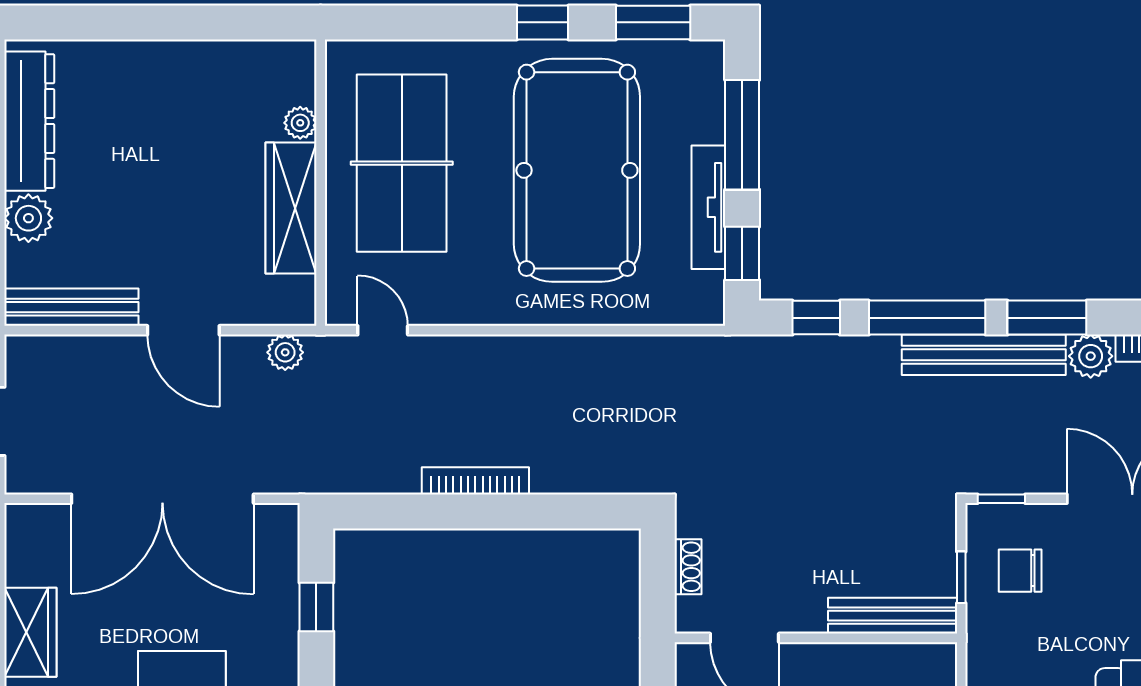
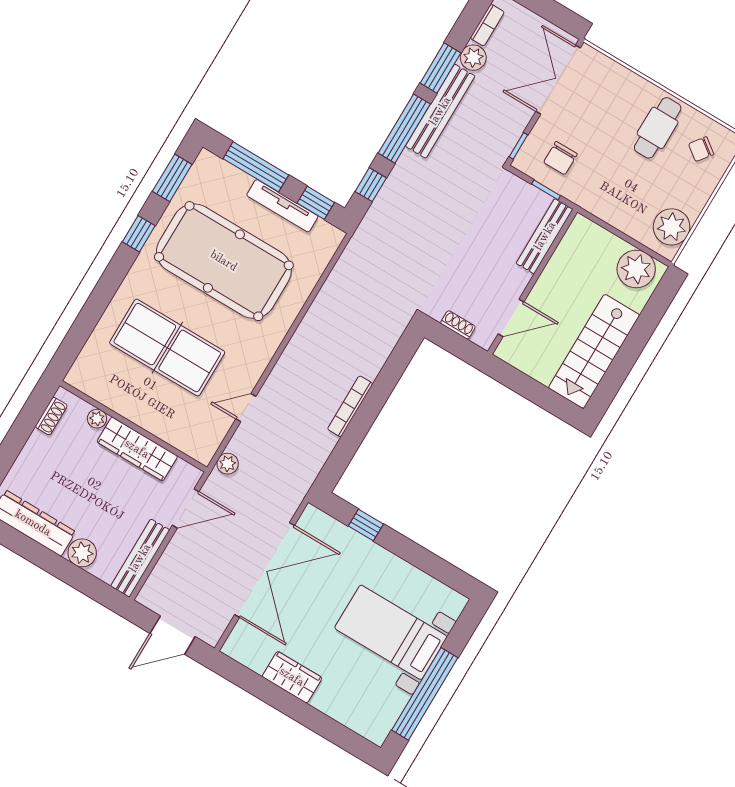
shoe rack: (201, 54) -> (51, 416), added
plant: (300, 123) -> (97, 419), moved
wall: (321, 183) -> (133, 426), moved
wardrobe: (291, 208) -> (137, 449), moved

